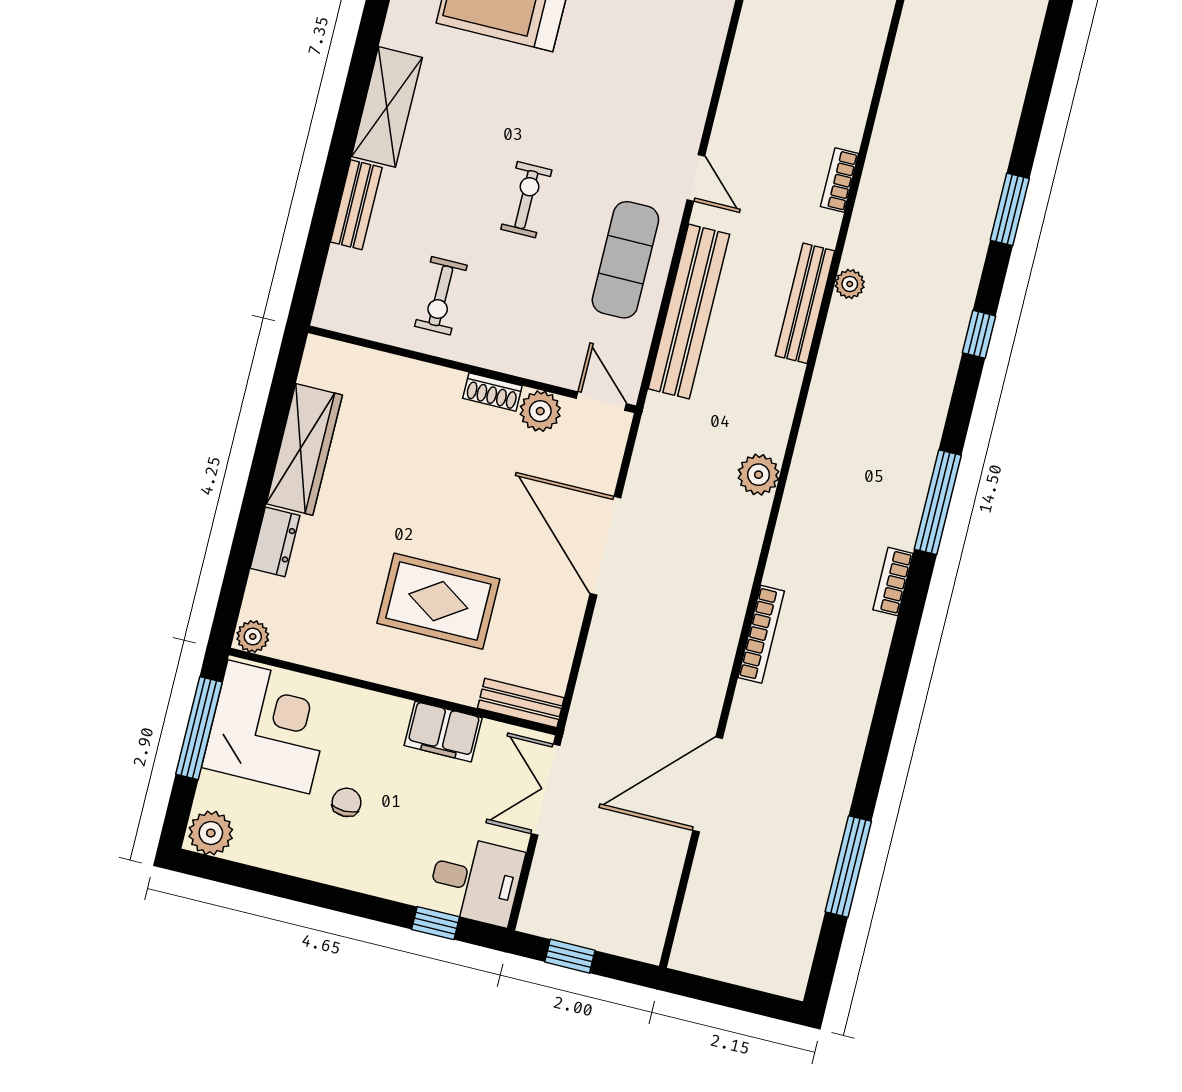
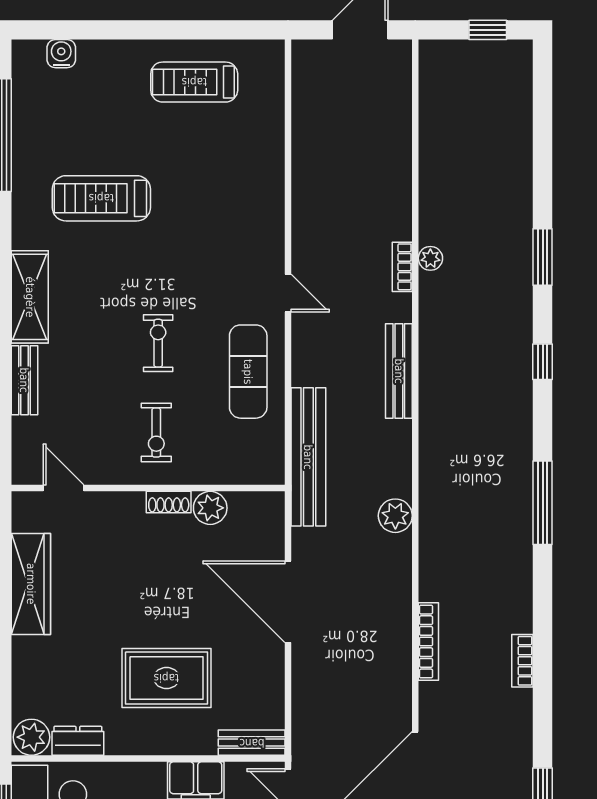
plant: (850, 284) -> (430, 258), moved
exercise bike: (441, 296) -> (156, 433), moved
bench: (689, 312) -> (308, 457), moved
door: (601, 401) -> (64, 488), moved
dresser: (275, 542) -> (78, 741), moved, turned -90
bookcase: (893, 582) -> (522, 661), moved
plant: (253, 637) -> (31, 737), width x1.38, depth x1.38

